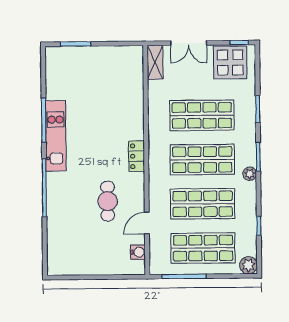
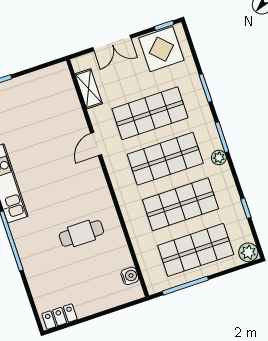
shelving: (155, 62) -> (89, 89), moved
locker: (137, 156) -> (60, 317), moved, turned 90
cafe table: (108, 201) -> (81, 233), turned 90
door: (147, 223) -> (96, 144), moved

